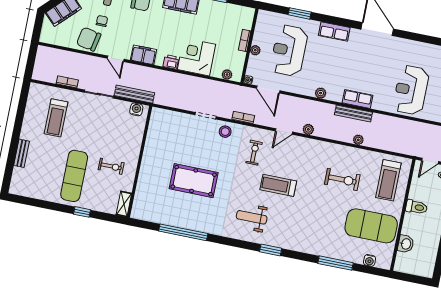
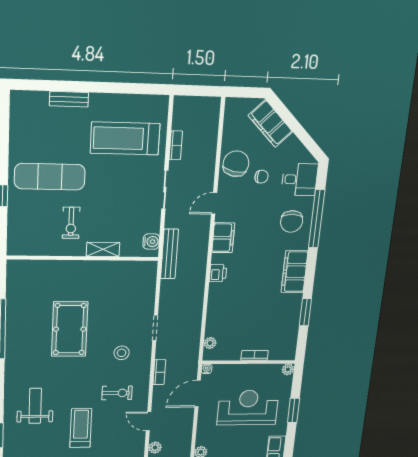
plant: (255, 50) -> (288, 369), moved
corner desk: (197, 57) -> (228, 303), removed
bench: (134, 94) -> (169, 254), moved
treadmill: (56, 118) -> (125, 138), width x1.37, depth x1.38
stool: (225, 132) -> (122, 353), moved
shelving: (124, 204) -> (103, 249), moved

